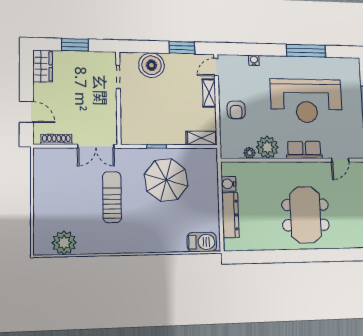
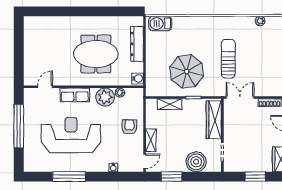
wardrobe: (130, 118) -> (214, 120), added
shelving: (202, 138) -> (170, 104), moved
water cooler: (229, 184) -> (138, 79), moved
sun lounger: (112, 197) -> (228, 59), turned 180
meeting table: (305, 215) -> (96, 54), moved, turned 90
plant: (64, 243) -> (260, 21), width x0.53, depth x0.53

